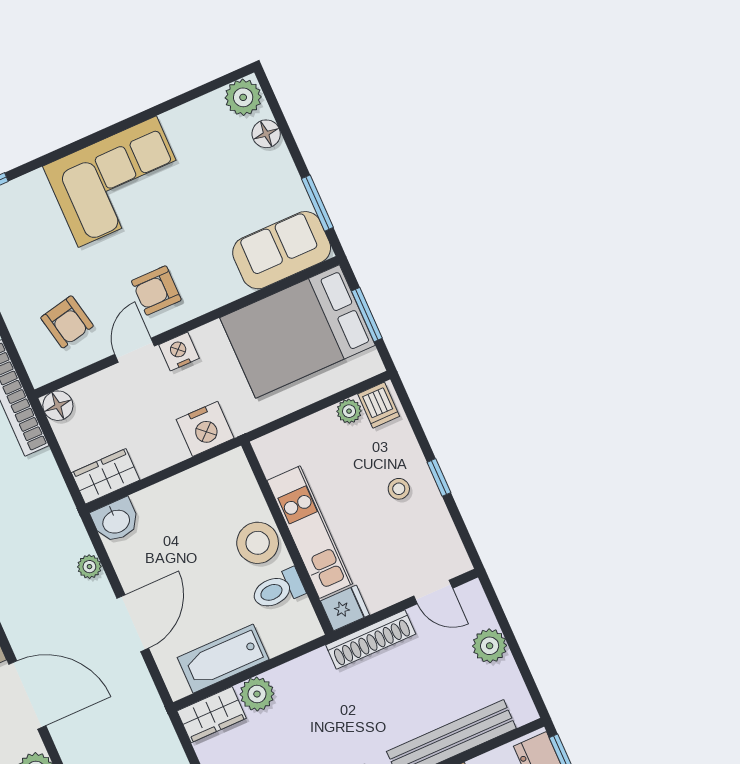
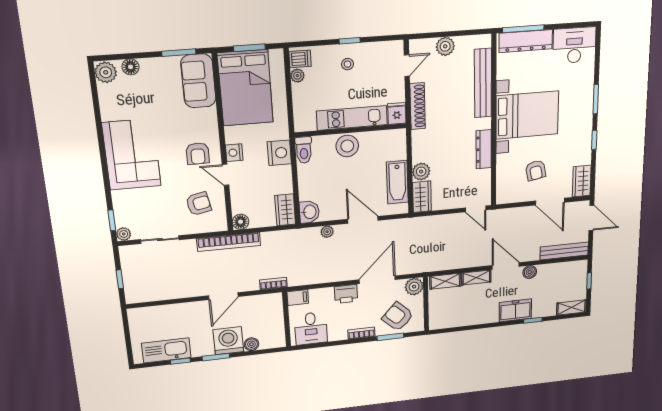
toilet: (278, 590) -> (304, 150), moved

